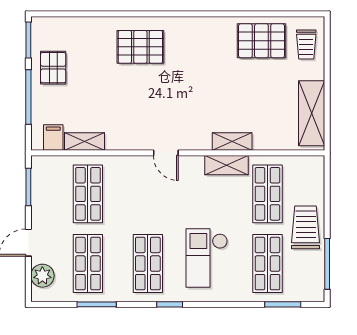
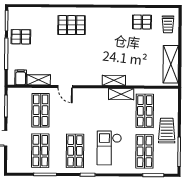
pallet: (261, 41) -> (142, 22), width x0.67, depth x0.71
pallet: (53, 68) -> (21, 37), turned 90
shelving: (232, 142) -> (114, 80), moved
door: (166, 153) -> (65, 87), moved
plant: (42, 276) -> (14, 157), removed

